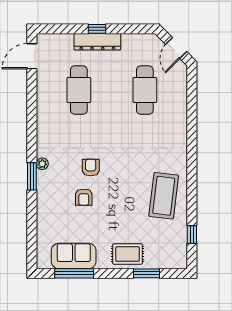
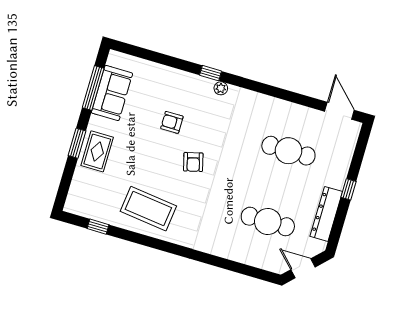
dresser: (97, 42) -> (326, 214), moved
armchair: (91, 167) -> (193, 162), moved, turned 75
window: (32, 176) -> (211, 73), width x0.67
window: (146, 273) -> (77, 143), moved

